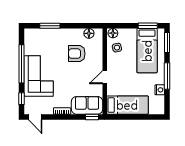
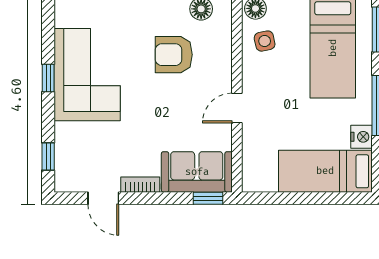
window: (21, 64) -> (48, 78), width x0.32
corner sofa: (39, 76) -> (87, 75), moved
bed: (127, 105) -> (325, 171), moved, turned 180
door: (35, 117) -> (103, 198), moved

